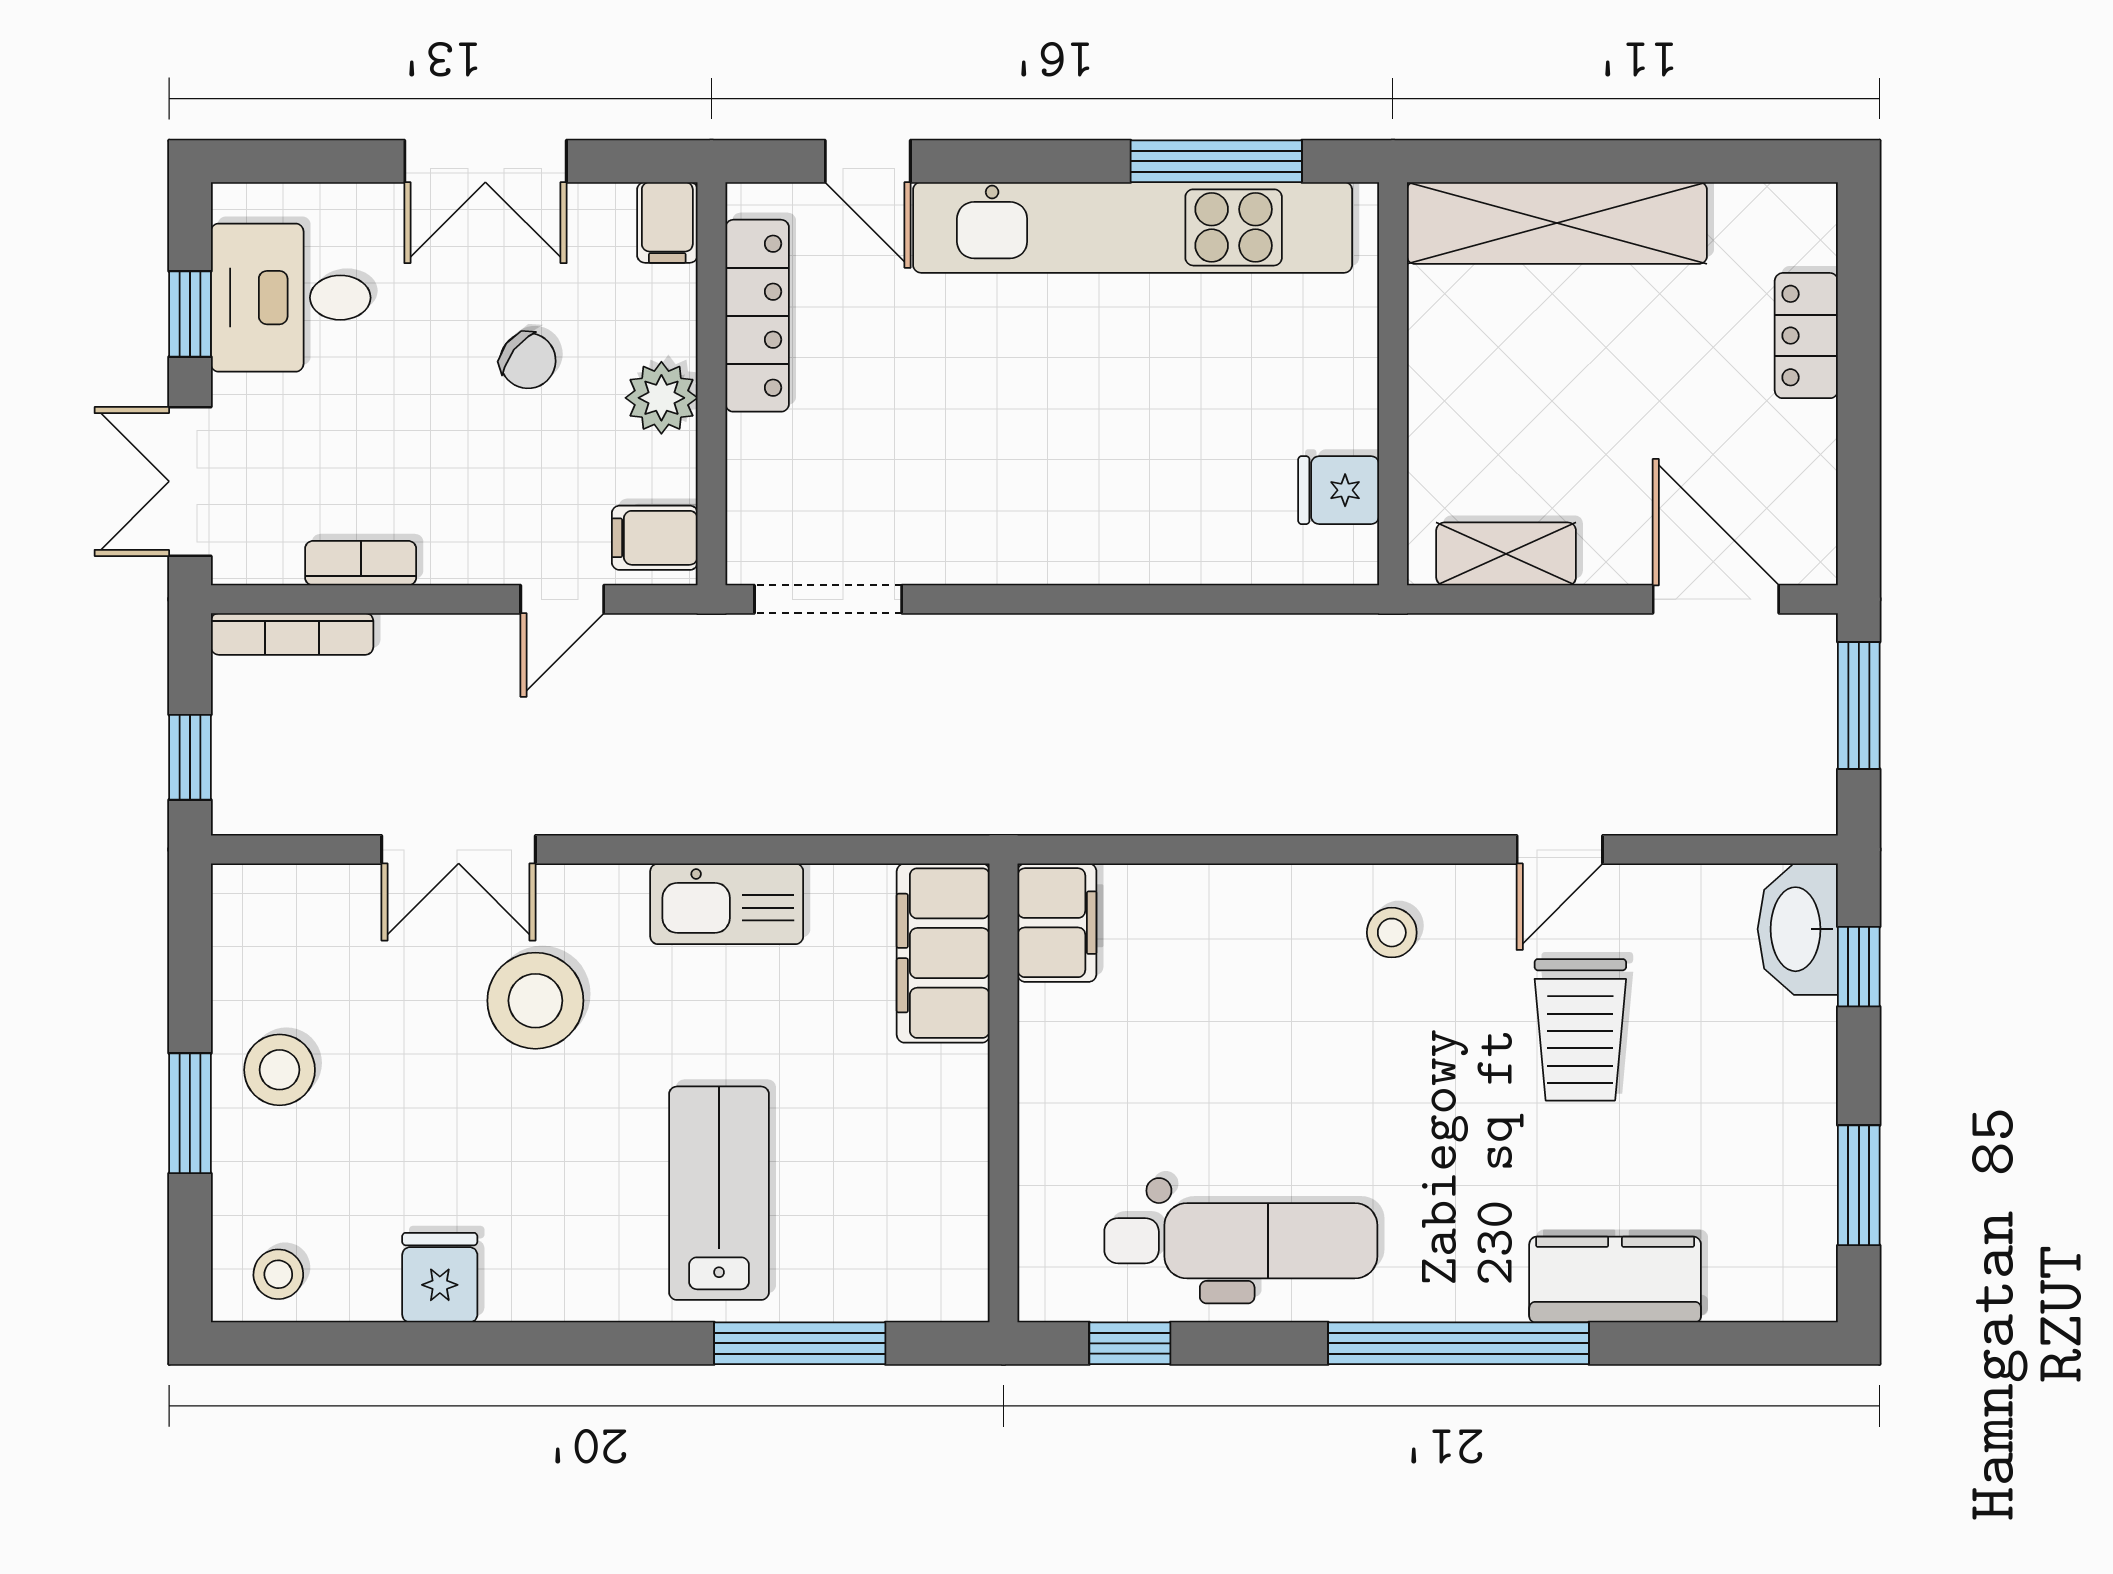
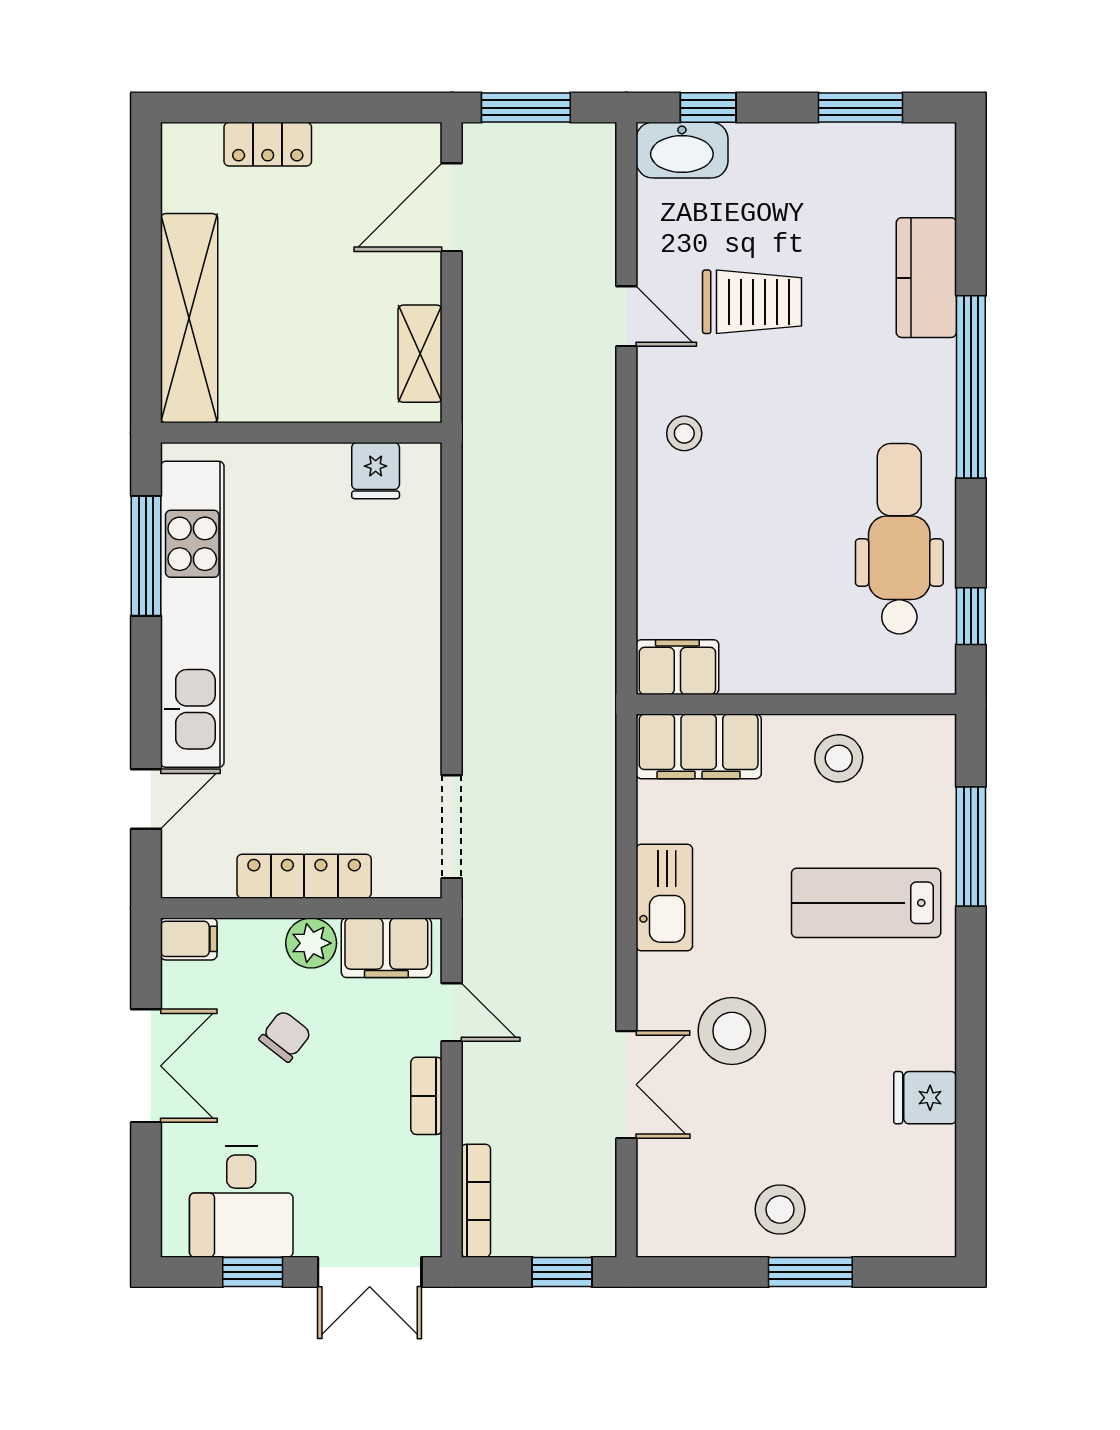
locker: (757, 316) -> (304, 876), moved
filing cabinet: (655, 538) -> (386, 948), width x2.00
bookcase: (361, 563) -> (426, 1096), moved
stool: (278, 1274) -> (839, 758), moved, width x1.37, depth x1.37

